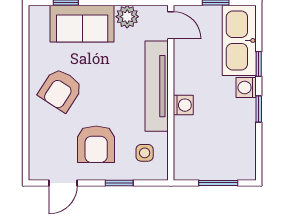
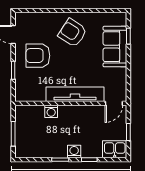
plant: (127, 17) -> (119, 75), removed
kitchen sink: (239, 40) -> (115, 149), width x0.53, depth x0.81
washing machine: (183, 105) -> (51, 111), moved
side table: (145, 153) -> (32, 87), removed

